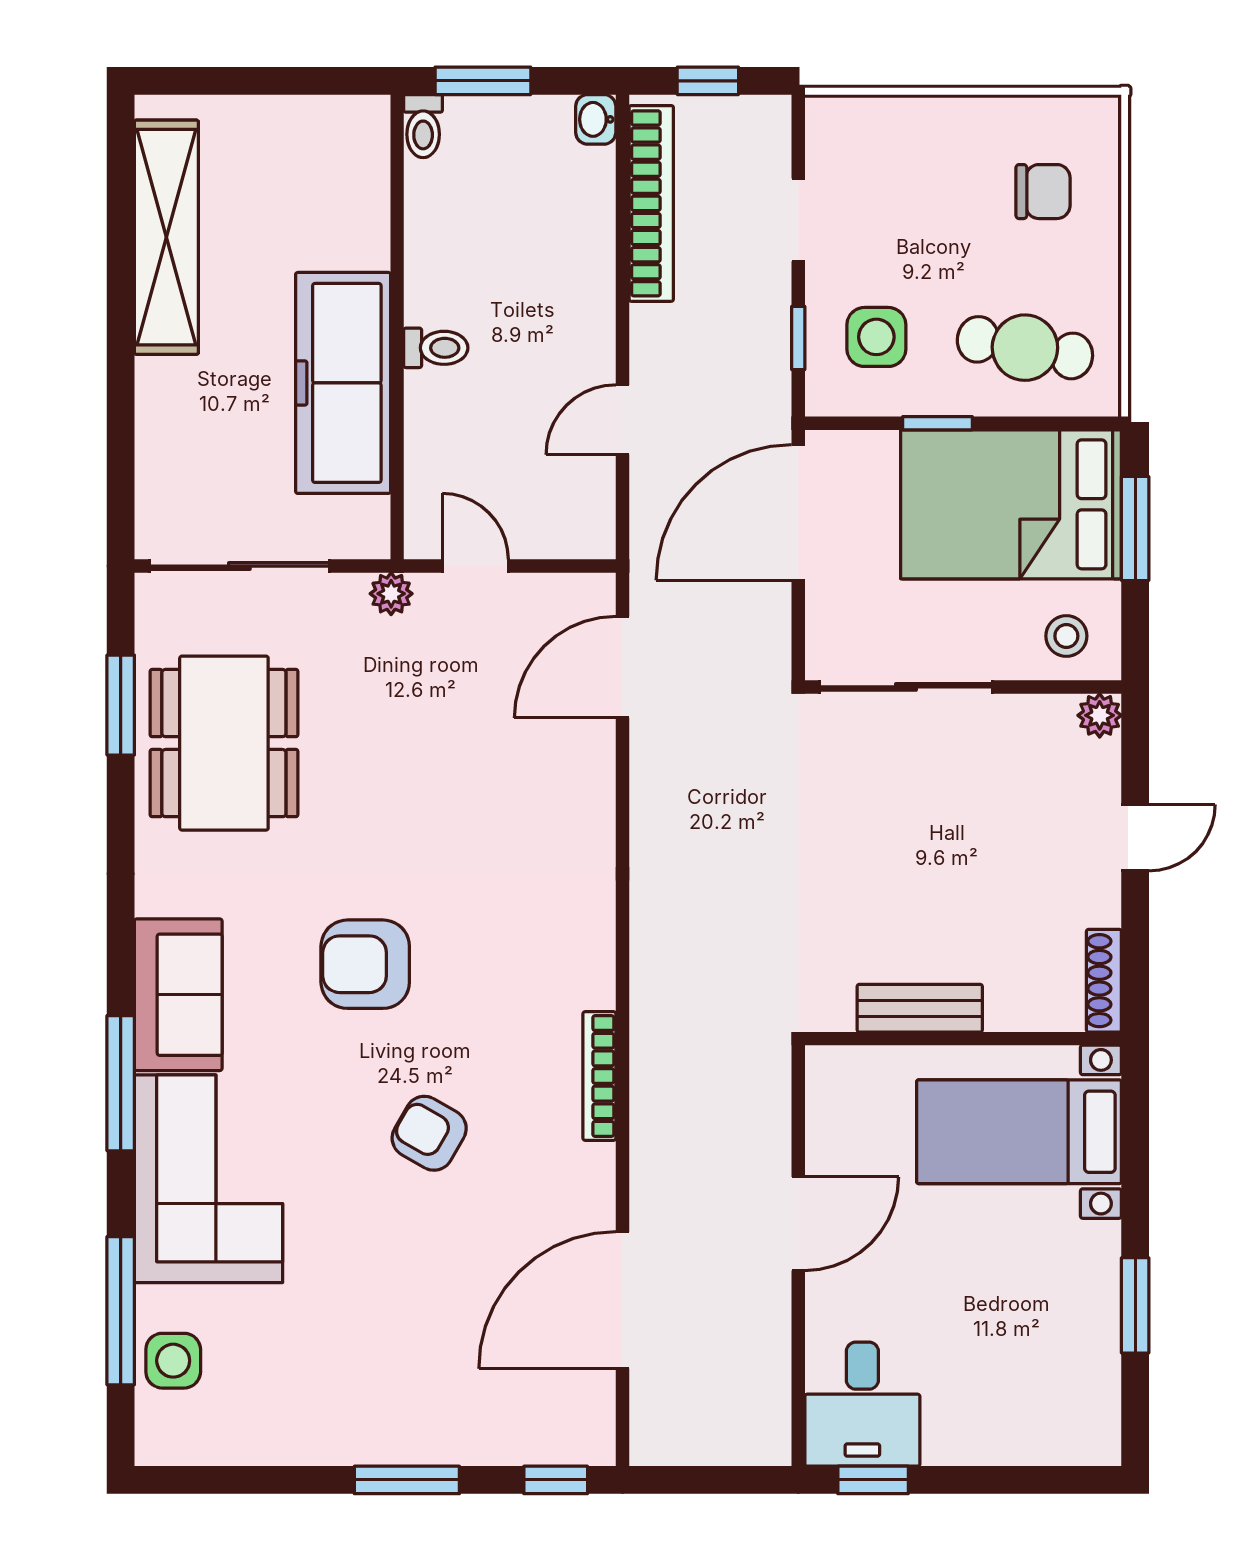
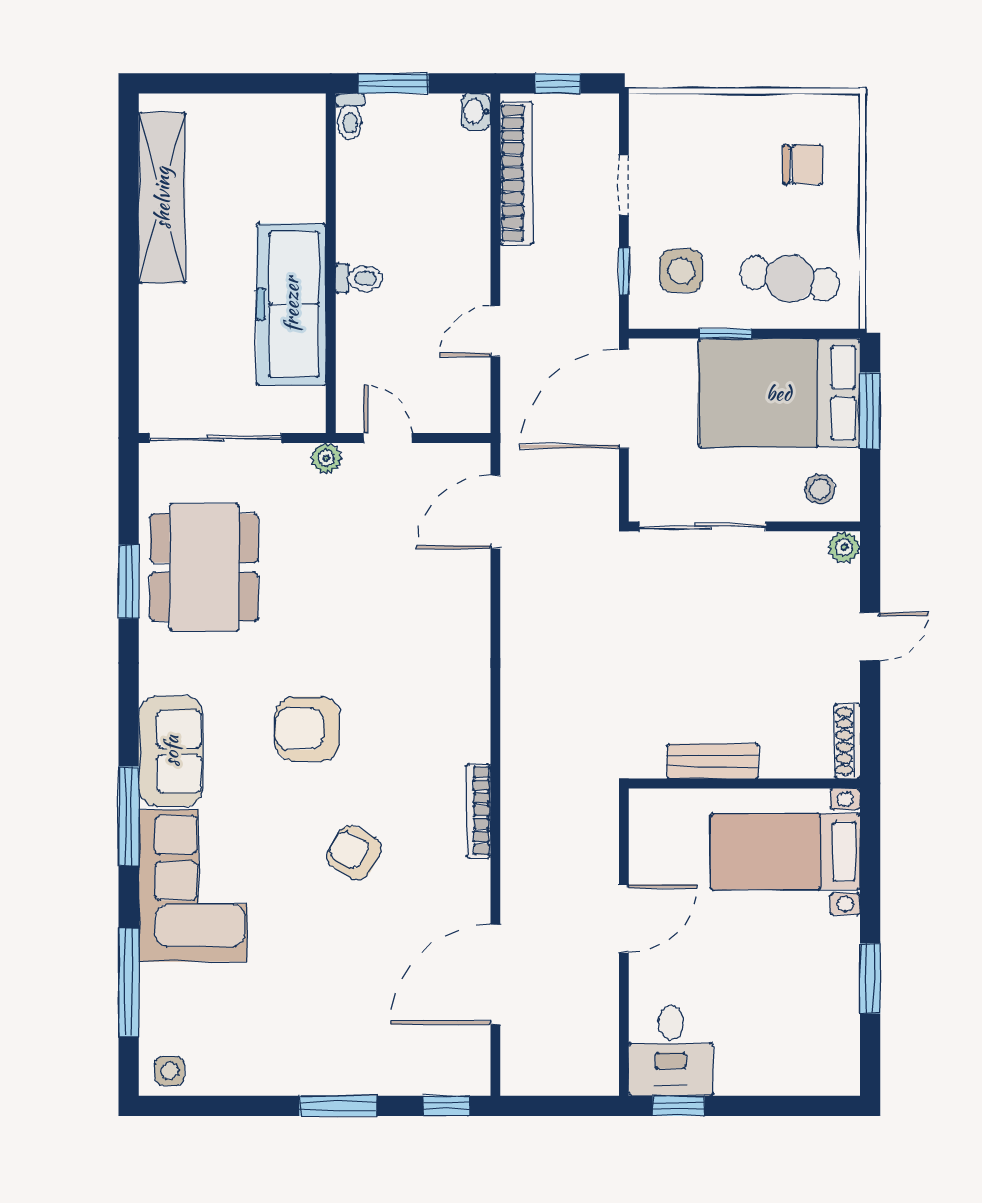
window: (121, 705) -> (129, 582), moved
side table: (173, 1361) -> (170, 1071), moved, width x0.73, depth x0.73

